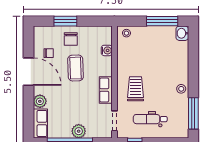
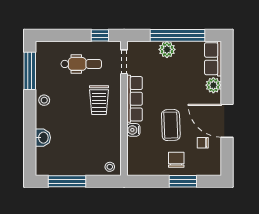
washbasin: (182, 33) -> (43, 138), moved
water cooler: (107, 50) -> (133, 130), moved
row of seats: (106, 90) -> (135, 99), width x1.48

